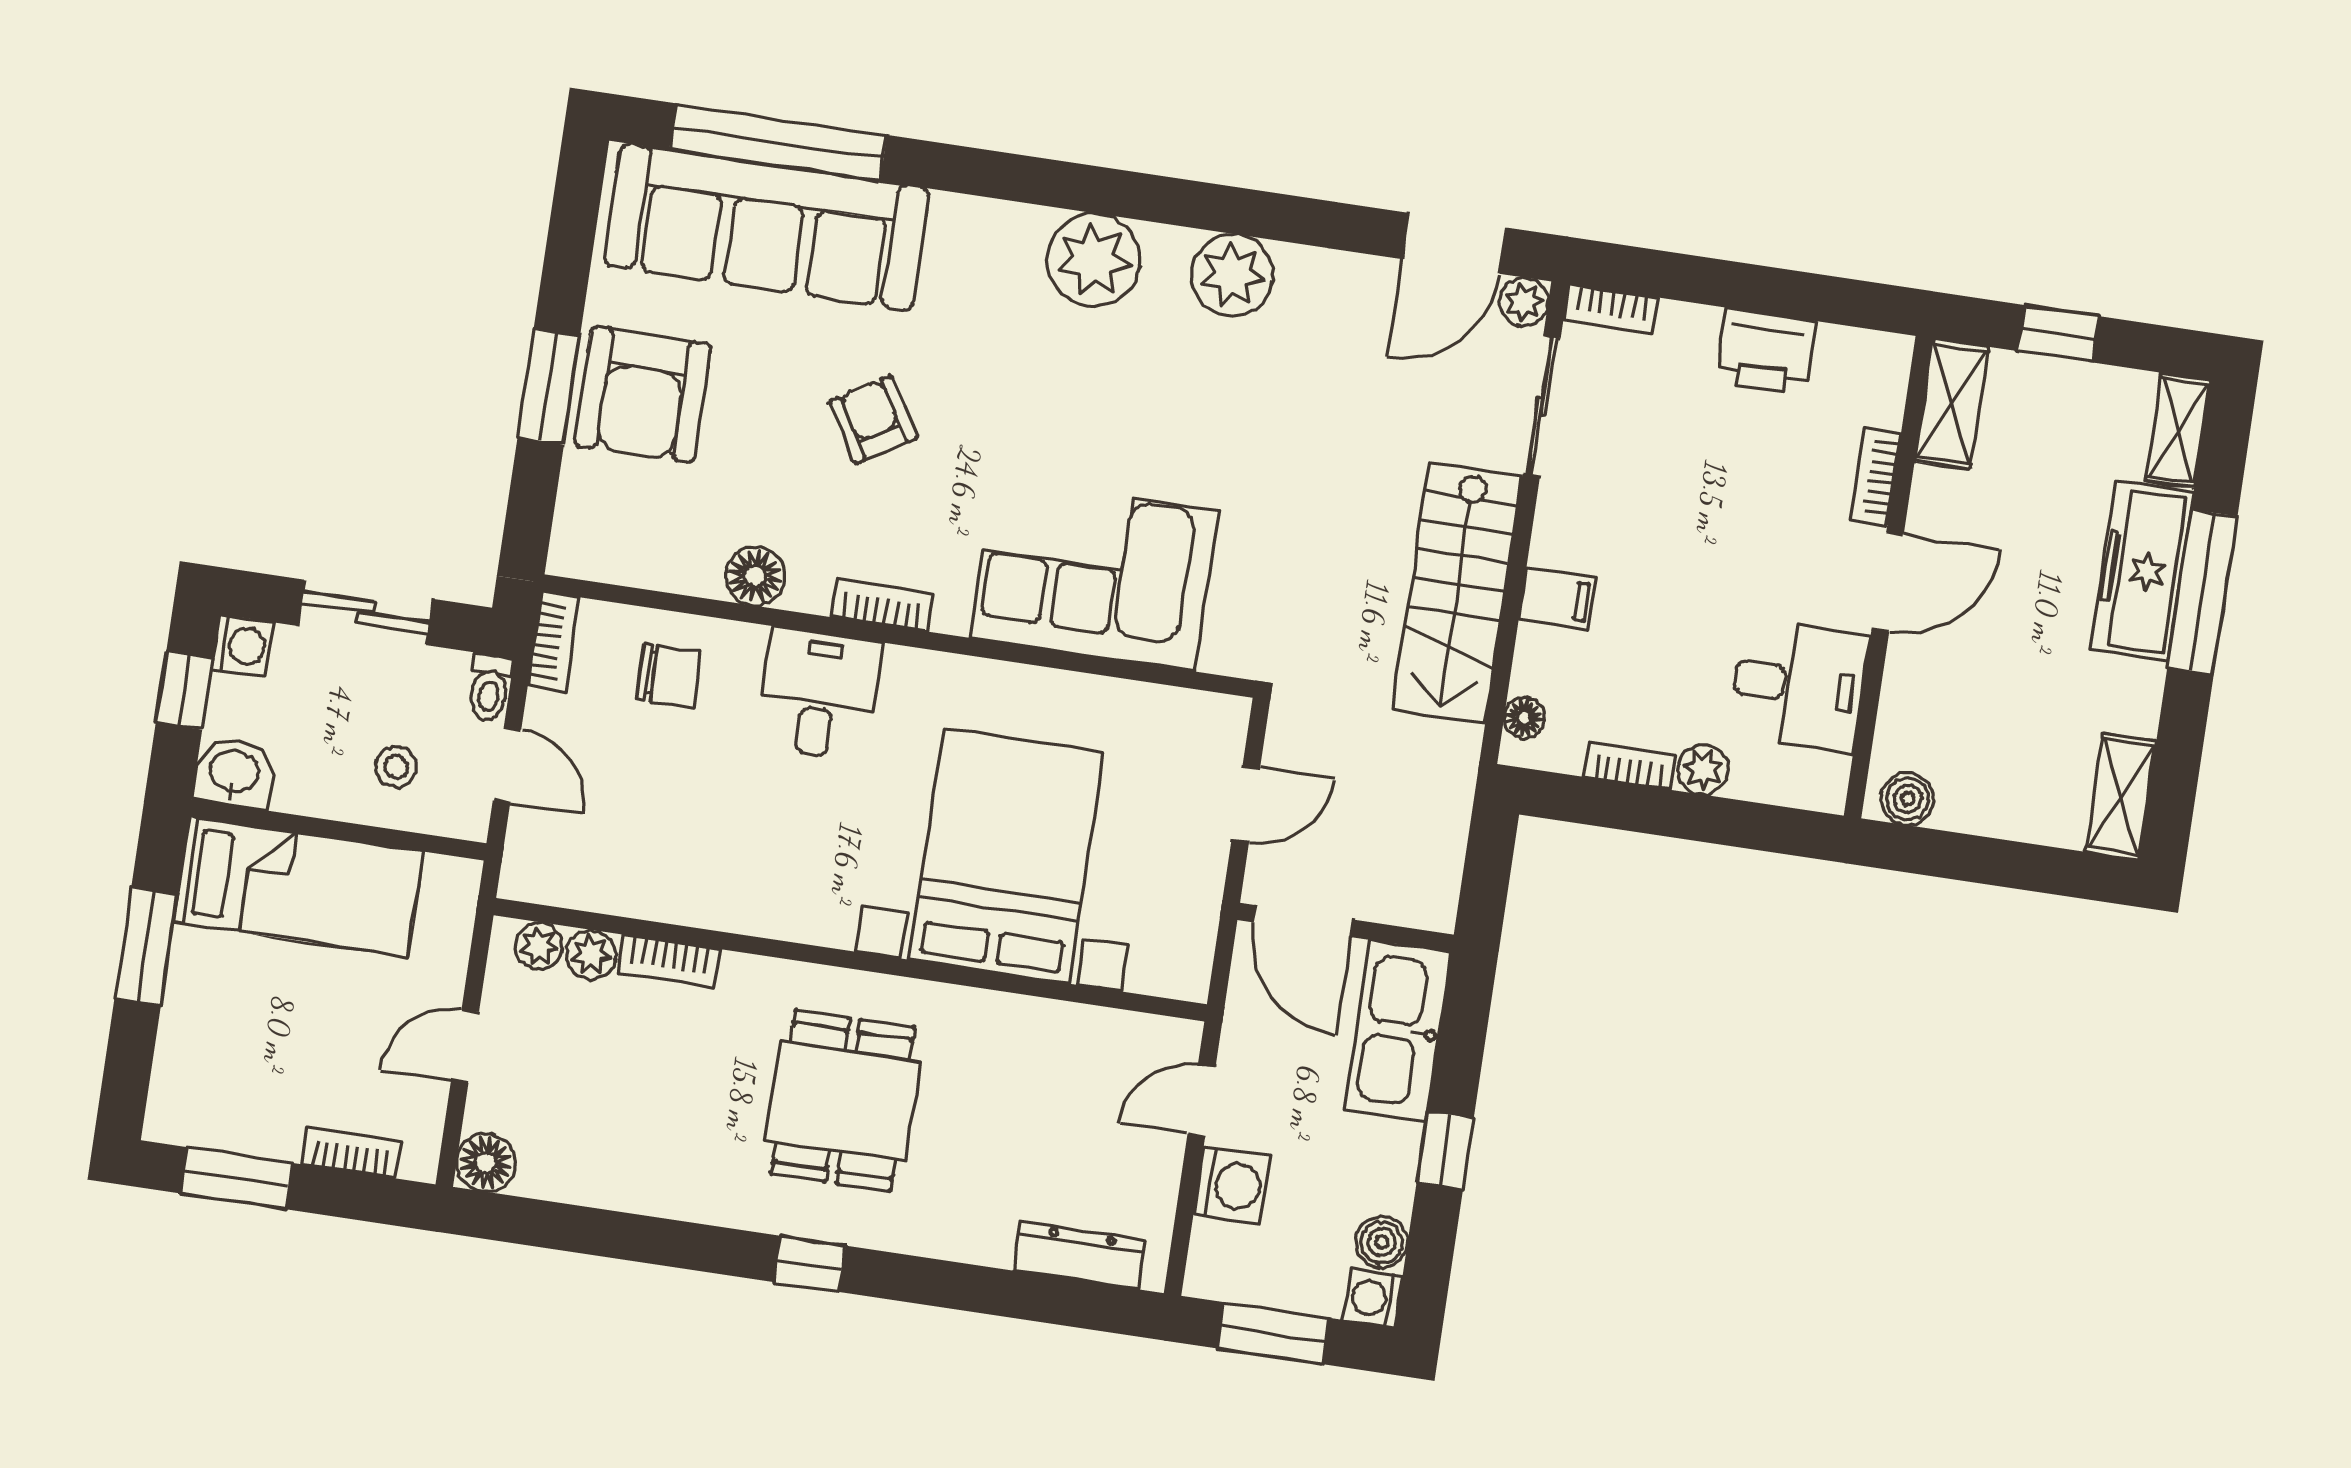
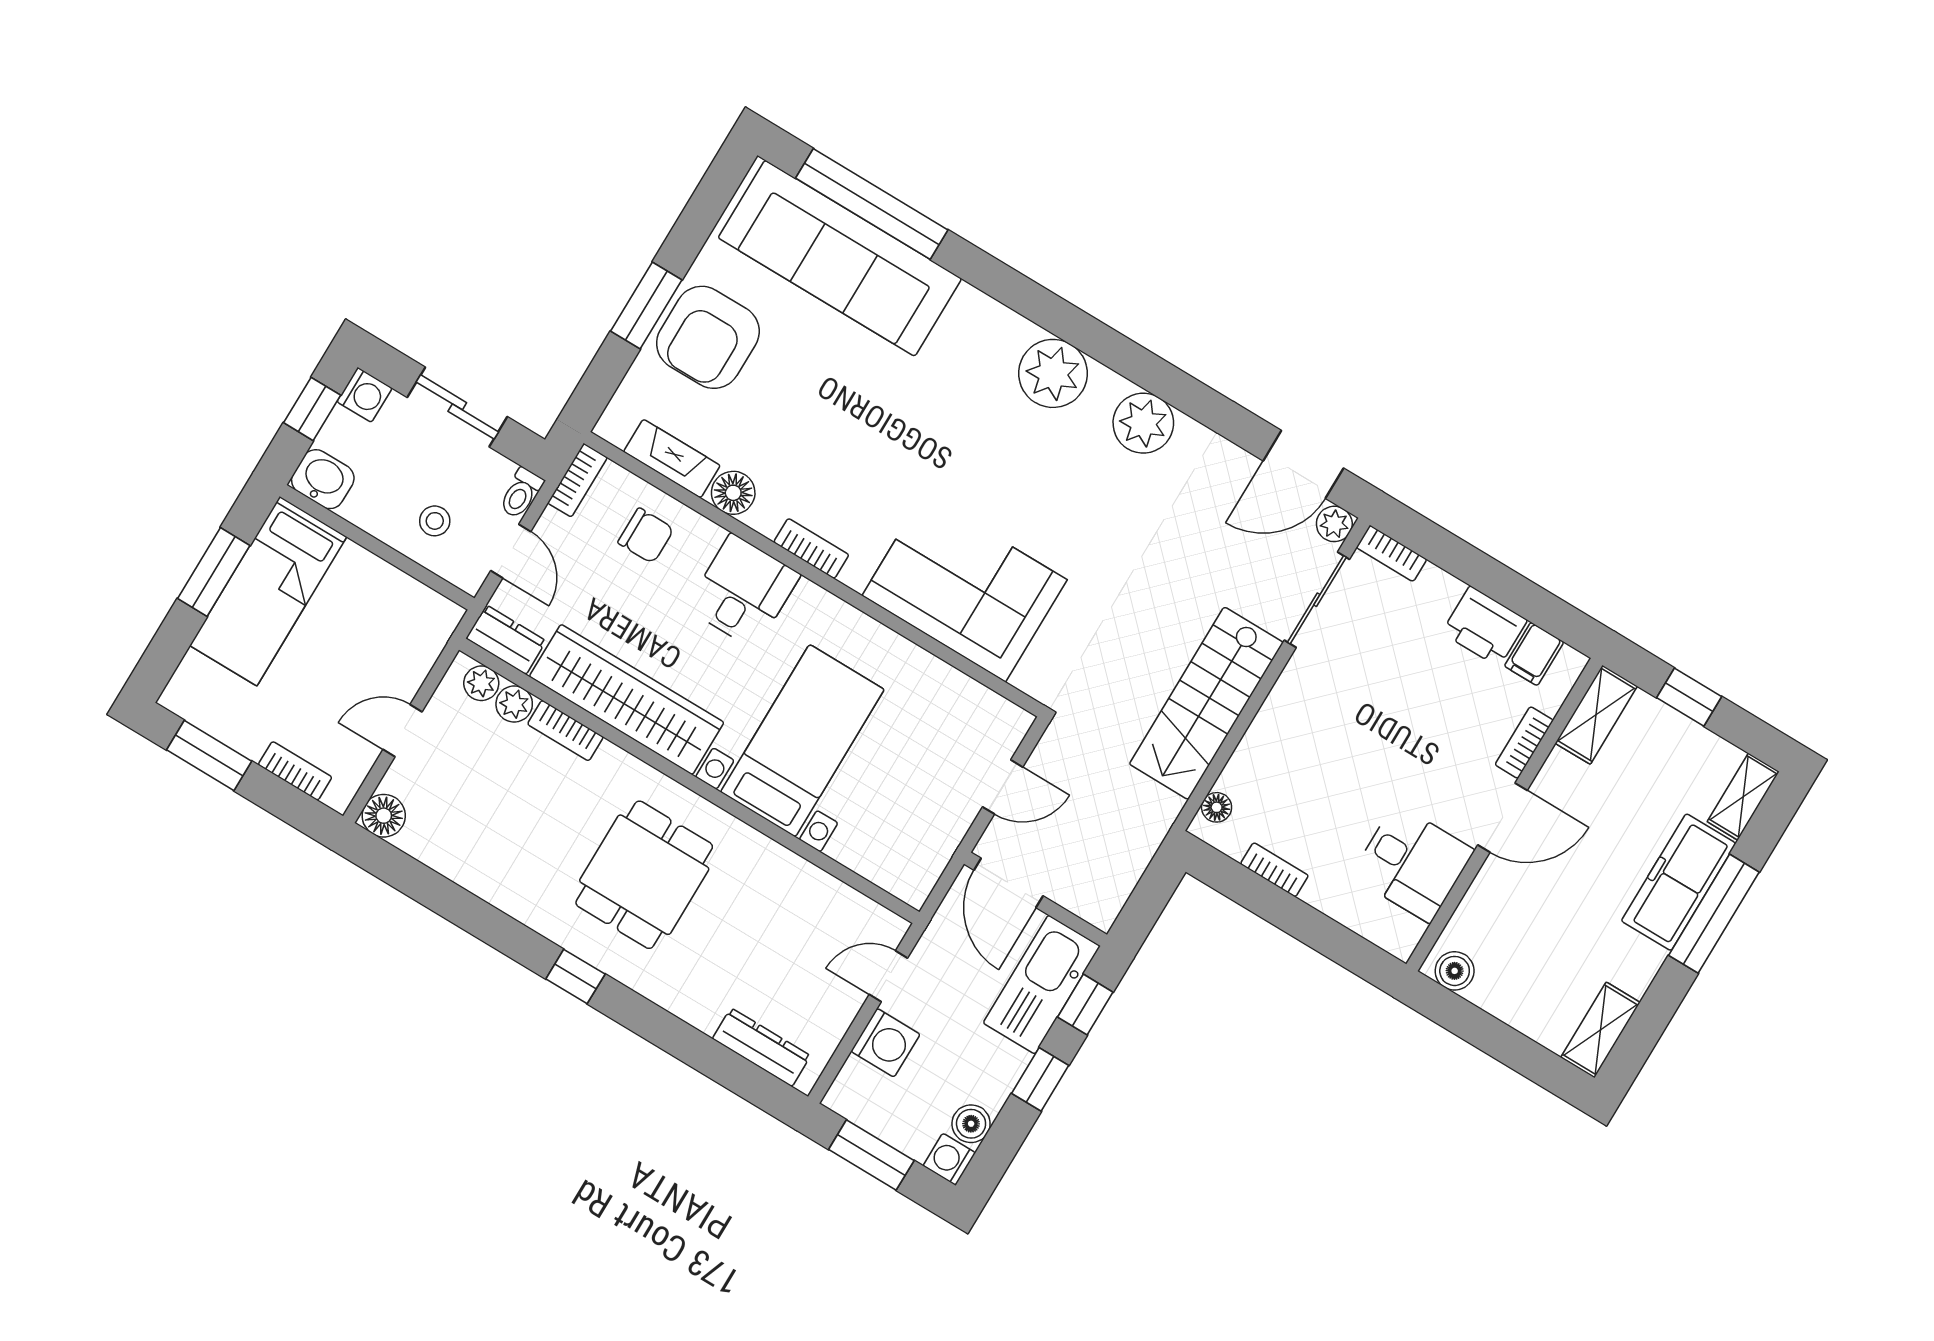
armchair: (873, 419) -> (858, 420), removed
fireplace: (661, 565) -> (672, 459), added
filing cabinet: (1557, 598) -> (1534, 654), moved, turned 90
plant: (1703, 769) -> (1324, 893), removed
bed with nightstands: (1006, 856) -> (802, 741), width x0.73
dresser: (547, 878) -> (506, 640), added
bed: (298, 887) -> (268, 591), moved, turned 90
wardrobe: (729, 890) -> (627, 699), added
window: (1463, 1033) -> (1085, 1005), added

